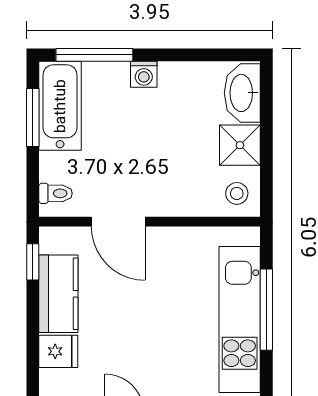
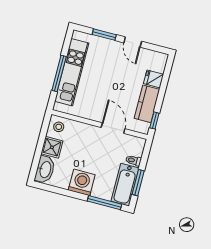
washing machine: (144, 74) -> (82, 182), width x1.89, depth x1.89
toilet: (56, 193) -> (133, 160), moved

